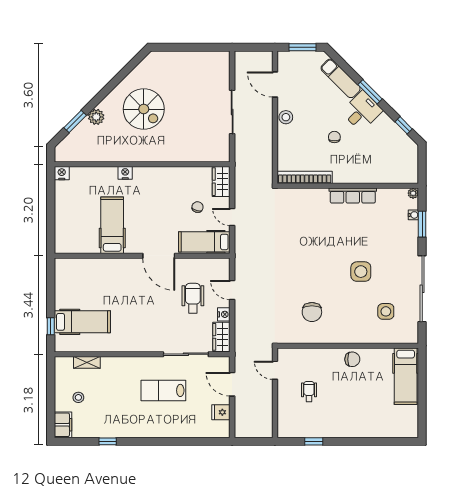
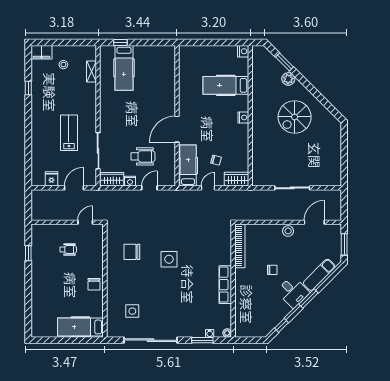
nightstand: (125, 173) -> (243, 117), moved
hospital bed: (112, 225) -> (226, 85), moved, turned 180
side table: (361, 272) -> (169, 259), moved

